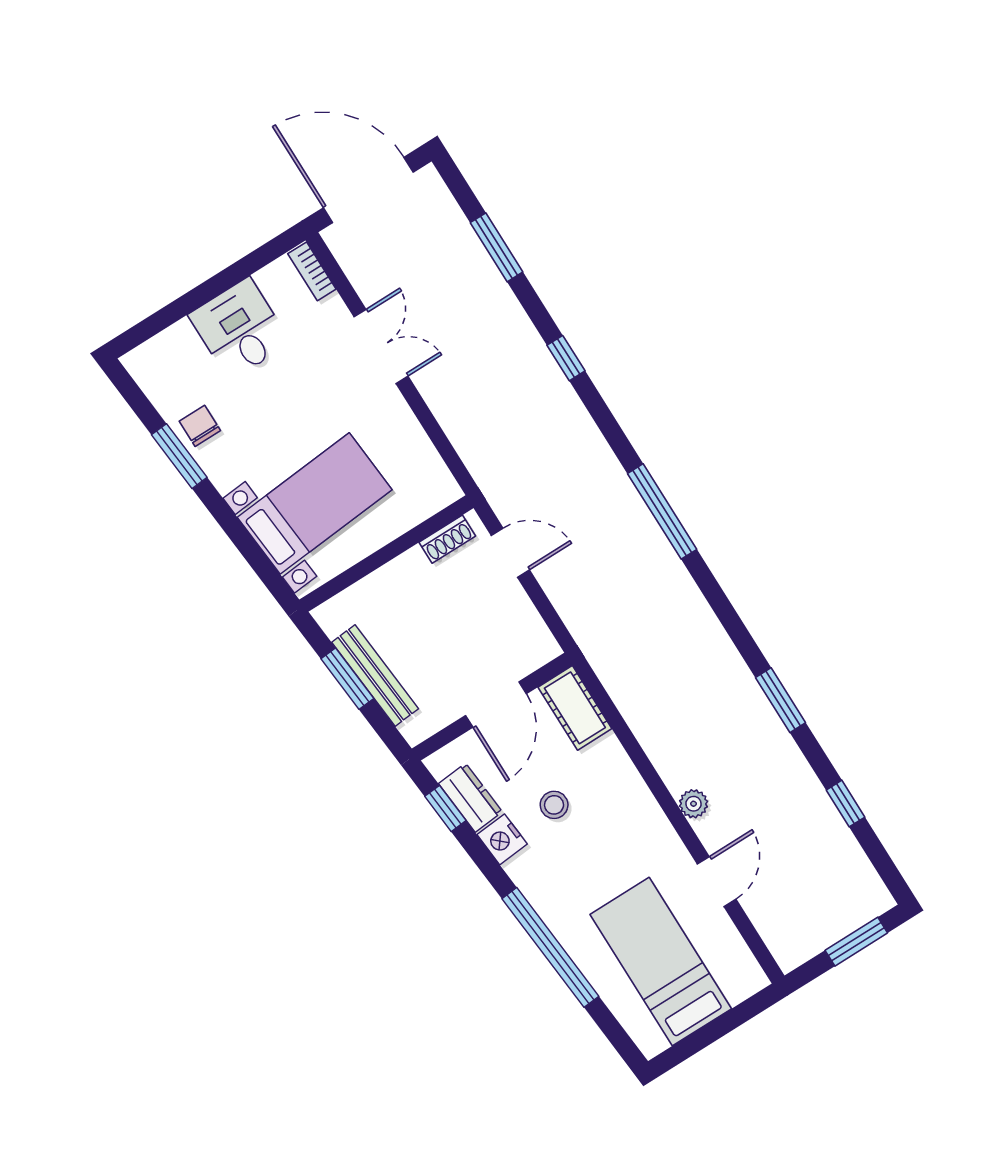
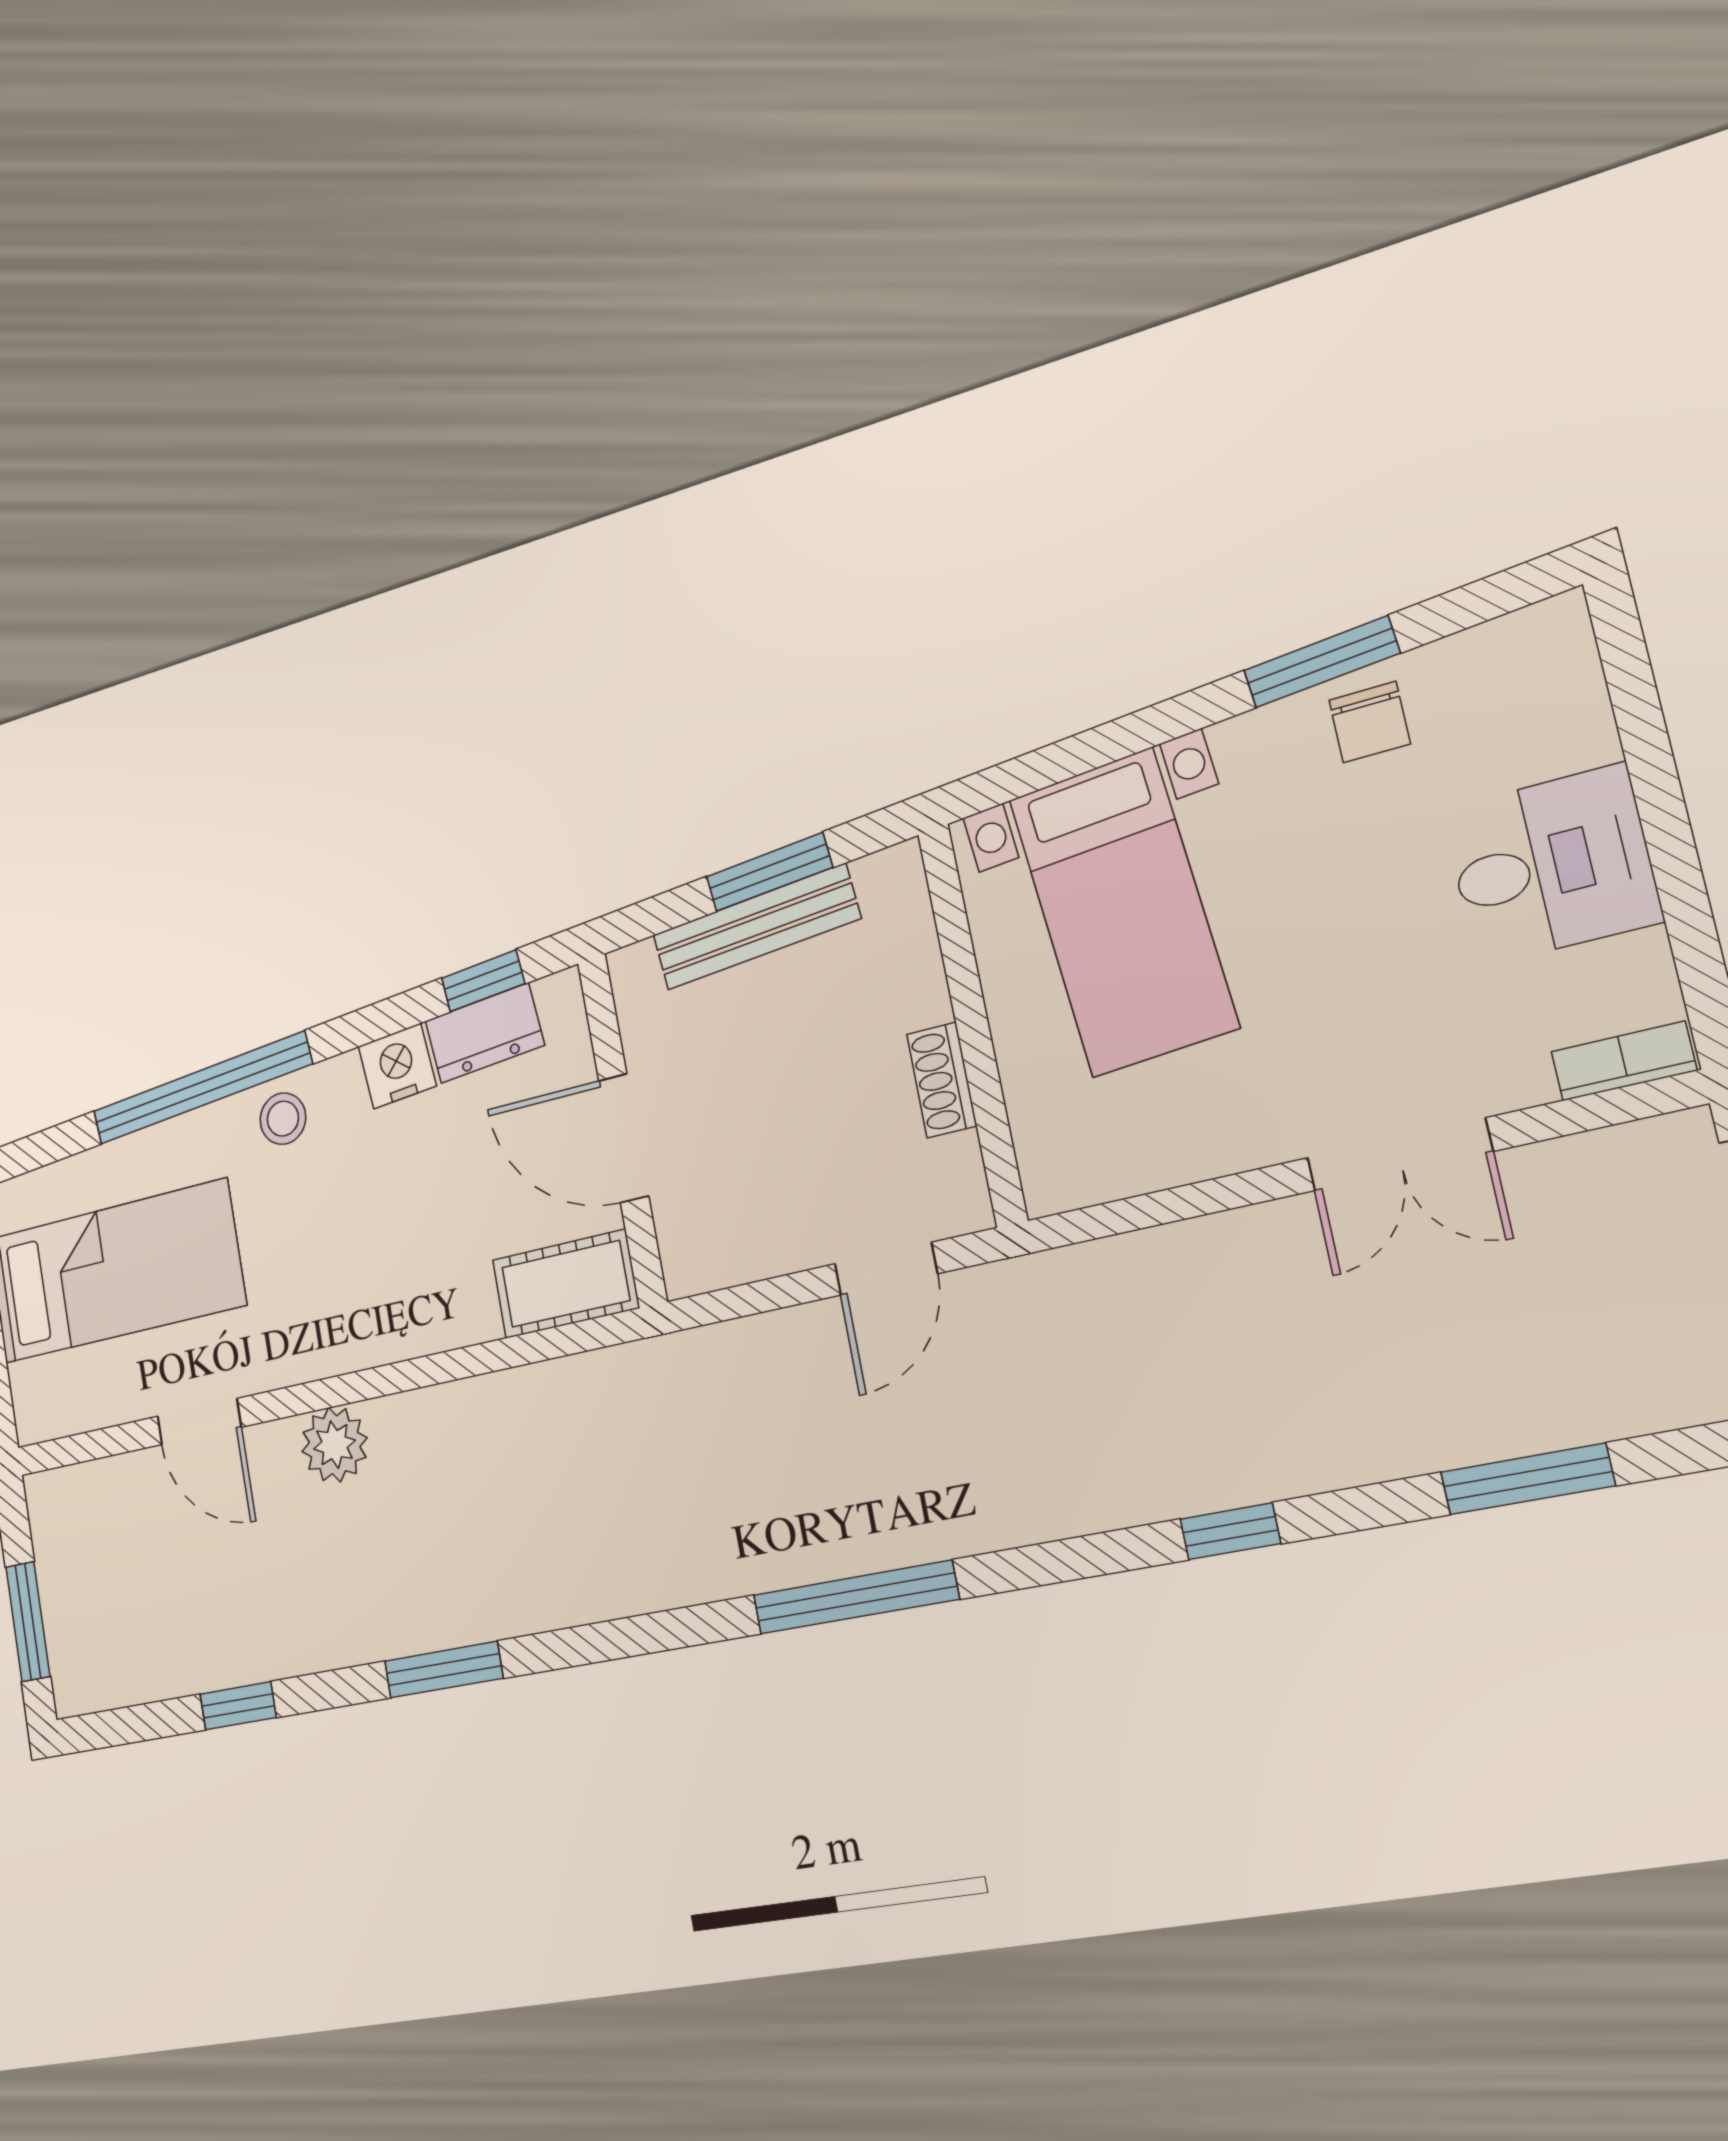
chair: (200, 426) -> (1370, 722), turned 90
shoe rack: (447, 539) -> (942, 1080), moved
plant: (694, 804) -> (334, 1445), width x1.38, depth x1.38
stool: (554, 805) -> (283, 1119), moved

